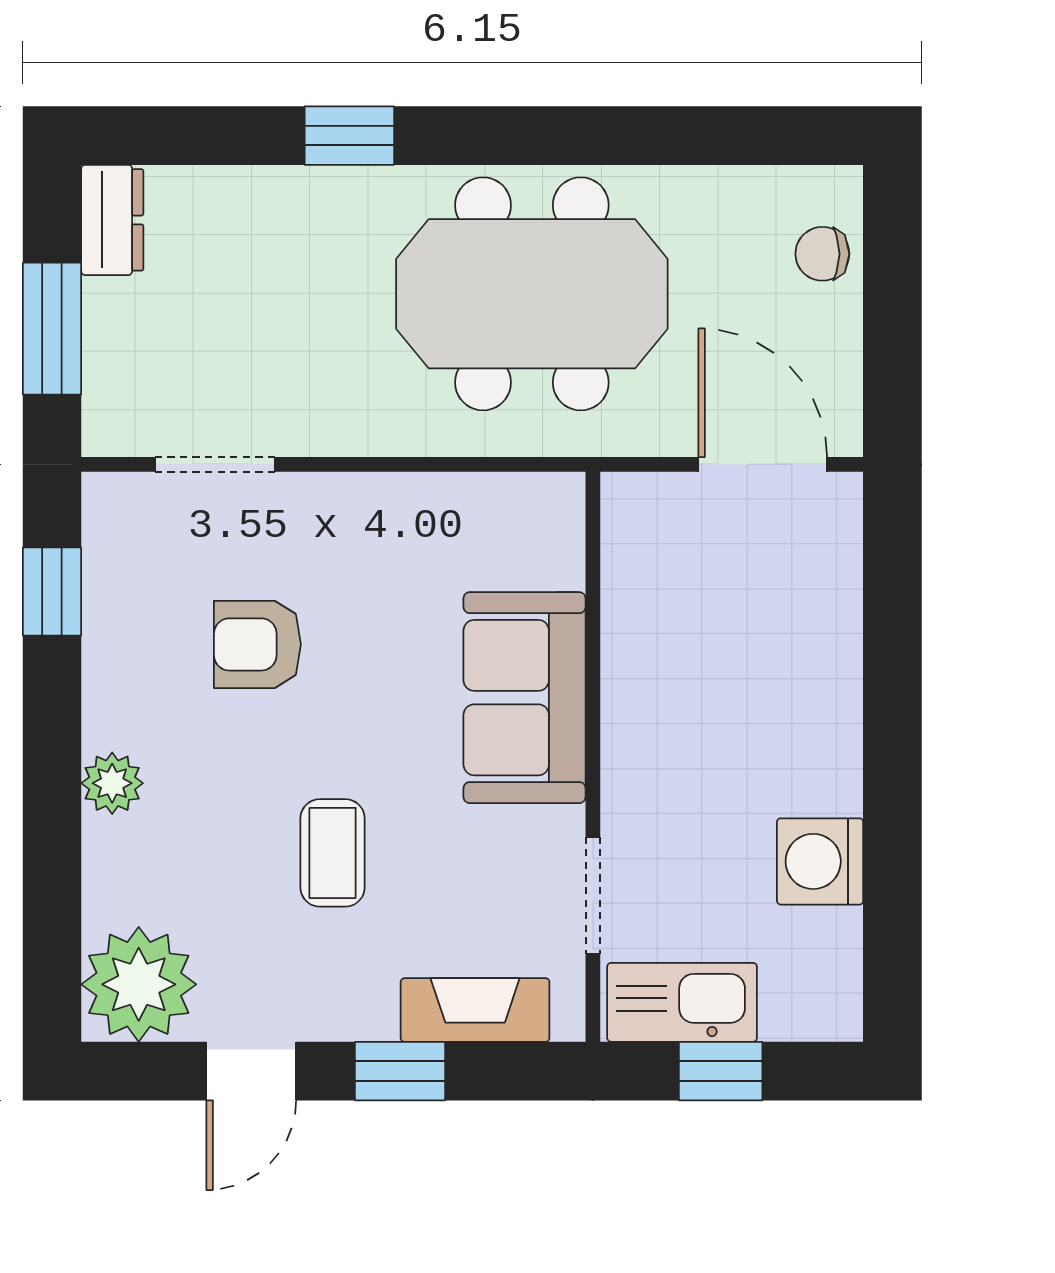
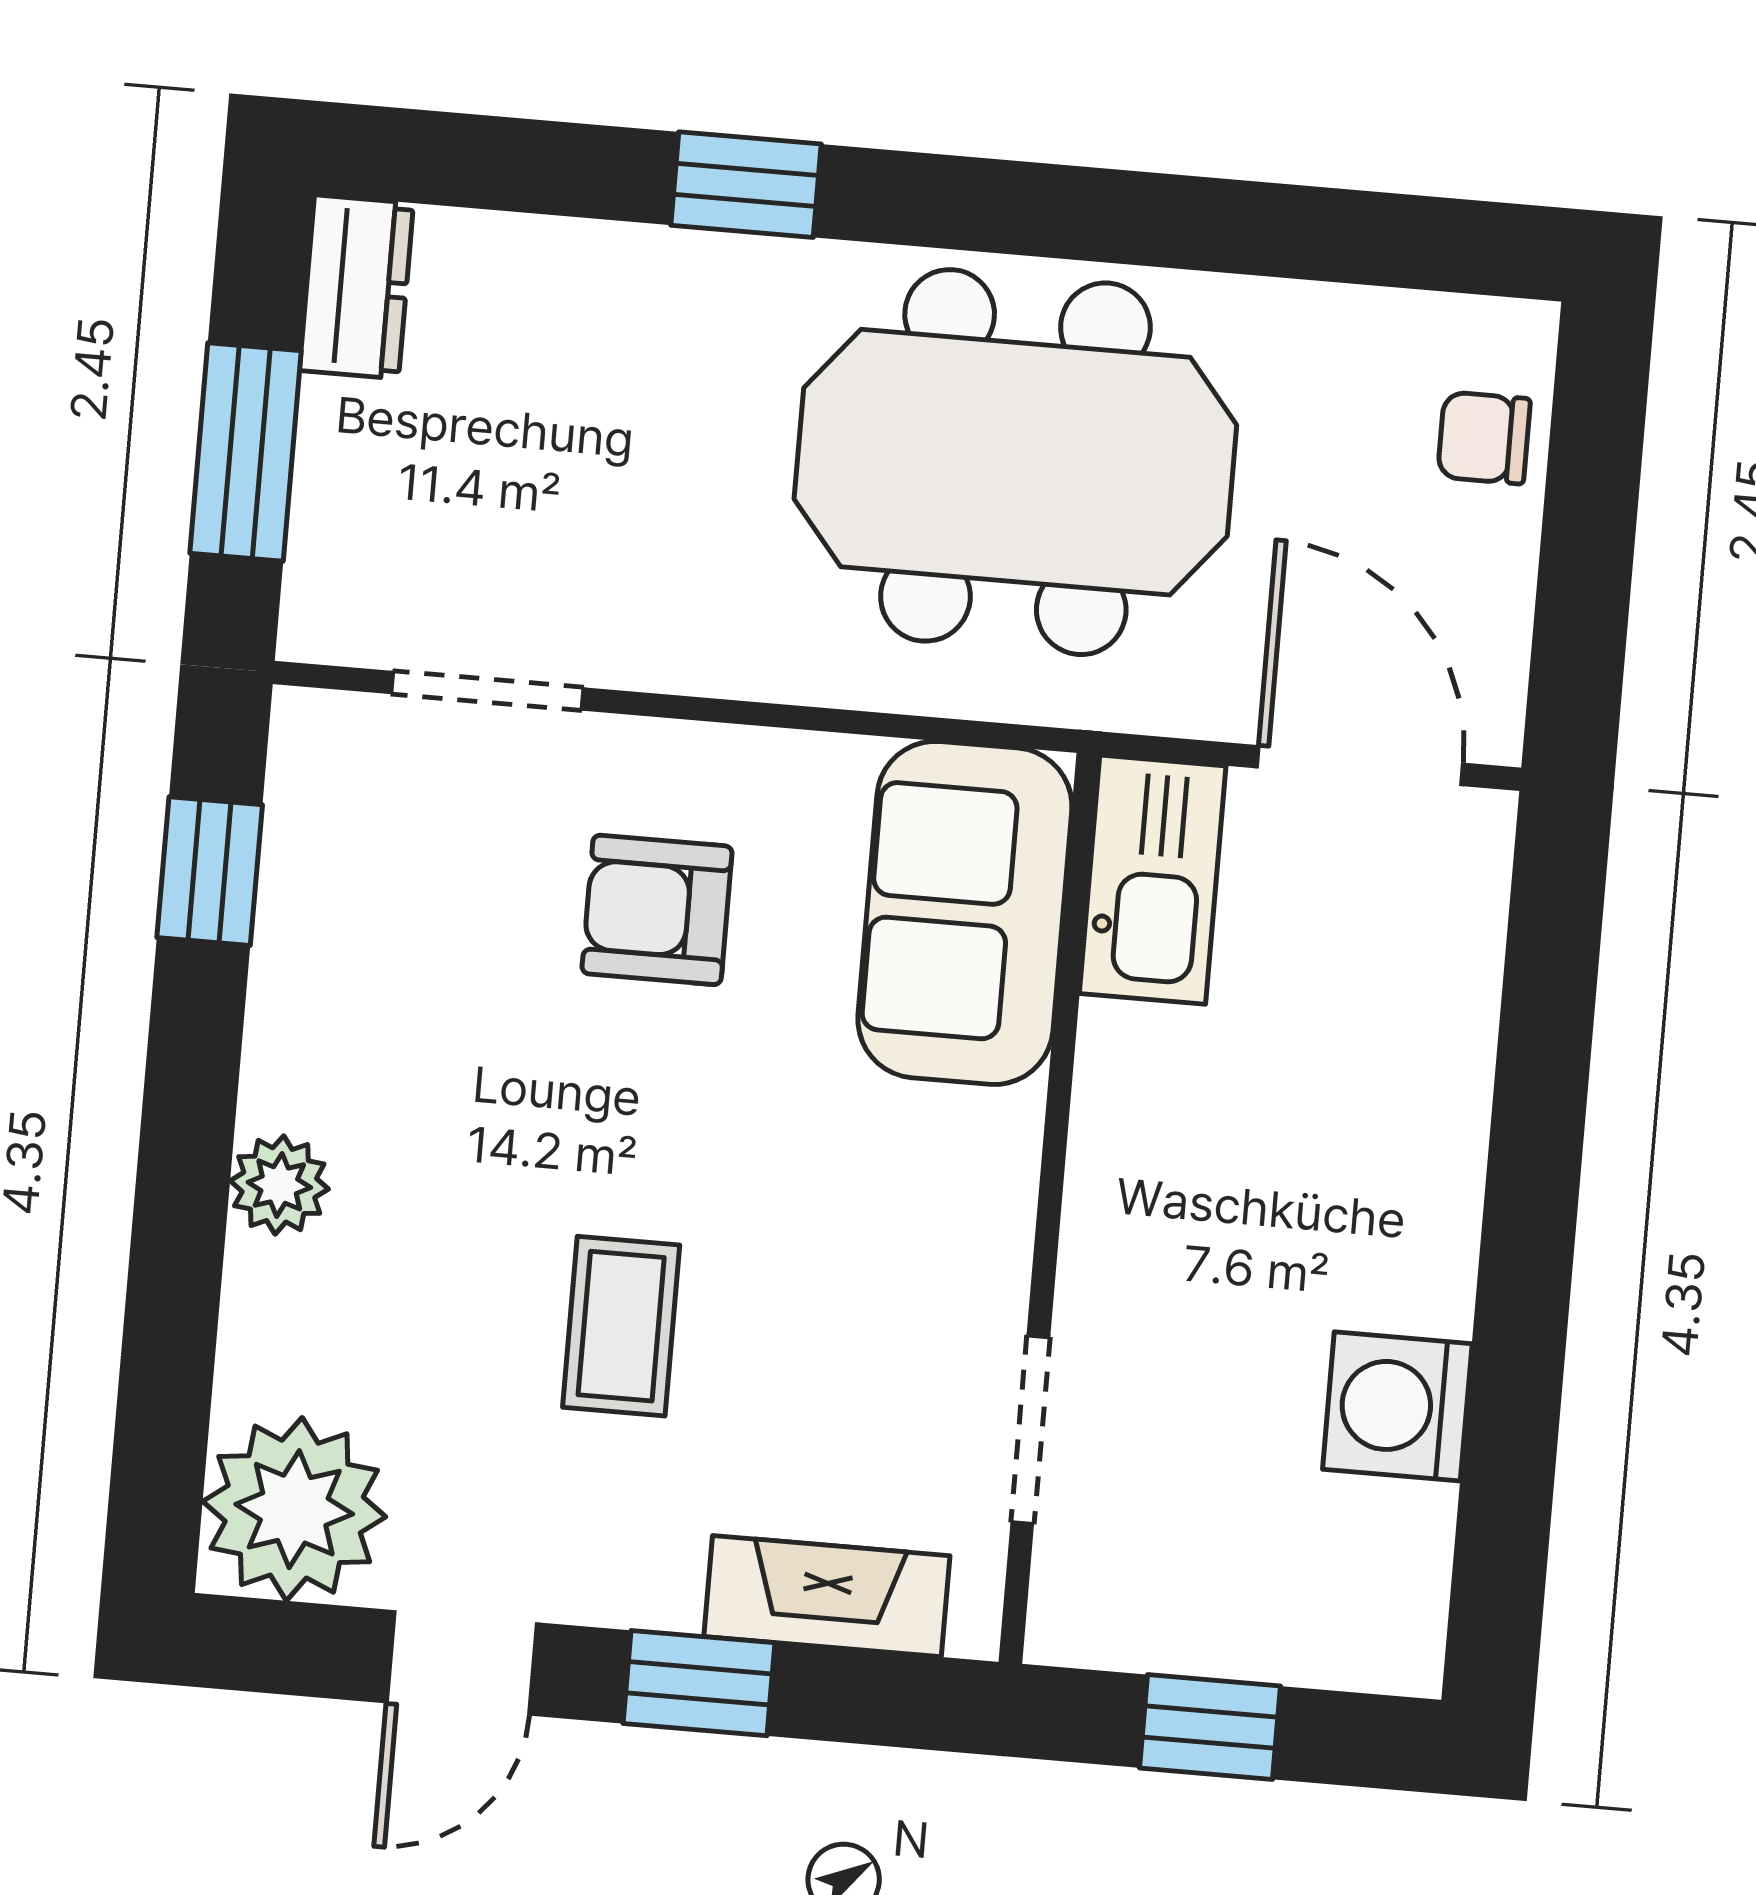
armchair: (257, 644) -> (657, 910), moved
sofa: (524, 698) -> (965, 913), moved
kitchen sink: (682, 1002) -> (1153, 880), moved, turned 90

